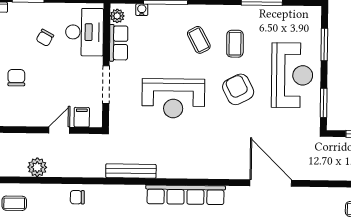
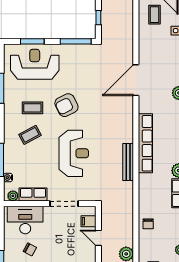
reception desk: (292, 75) -> (35, 64), moved
window: (324, 103) -> (76, 41), width x1.44
bench: (131, 171) -> (128, 162), moved

